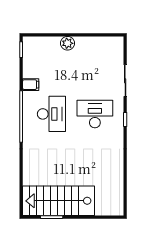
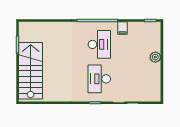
desk: (51, 114) -> (99, 44), turned -90
desk: (95, 114) -> (99, 79), turned 180
stairs: (59, 201) -> (31, 71), moved

